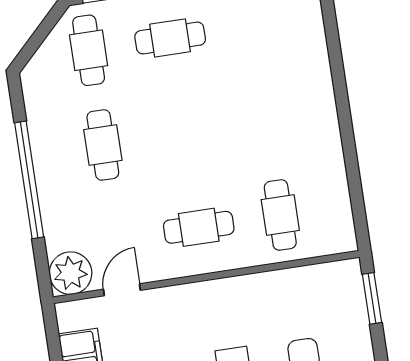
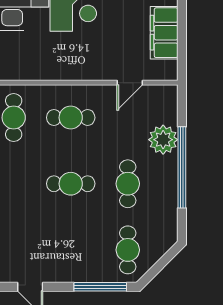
cafe table: (170, 38) -> (71, 184), moved
plant: (71, 273) -> (163, 140), moved

